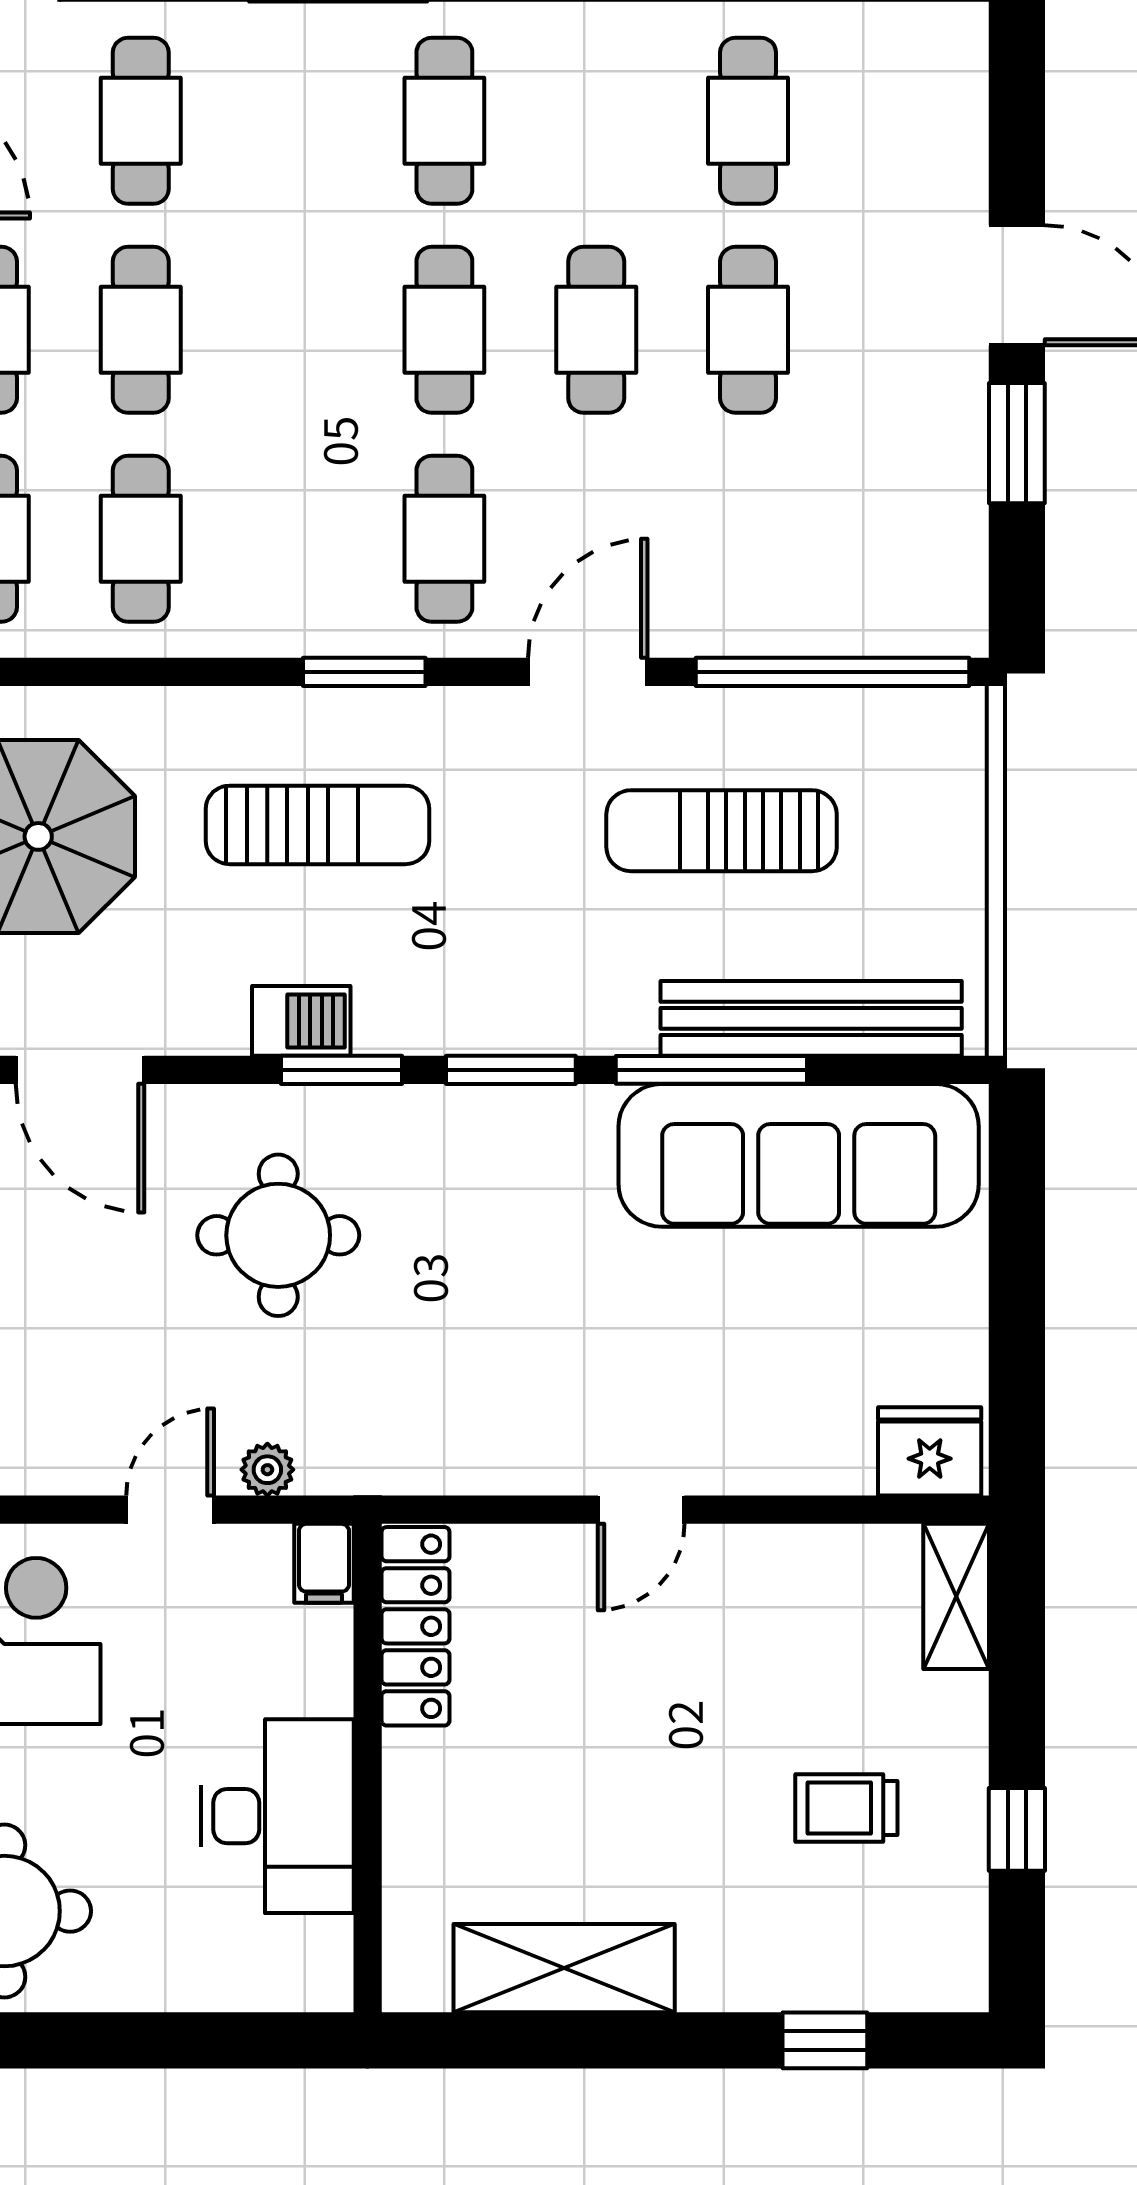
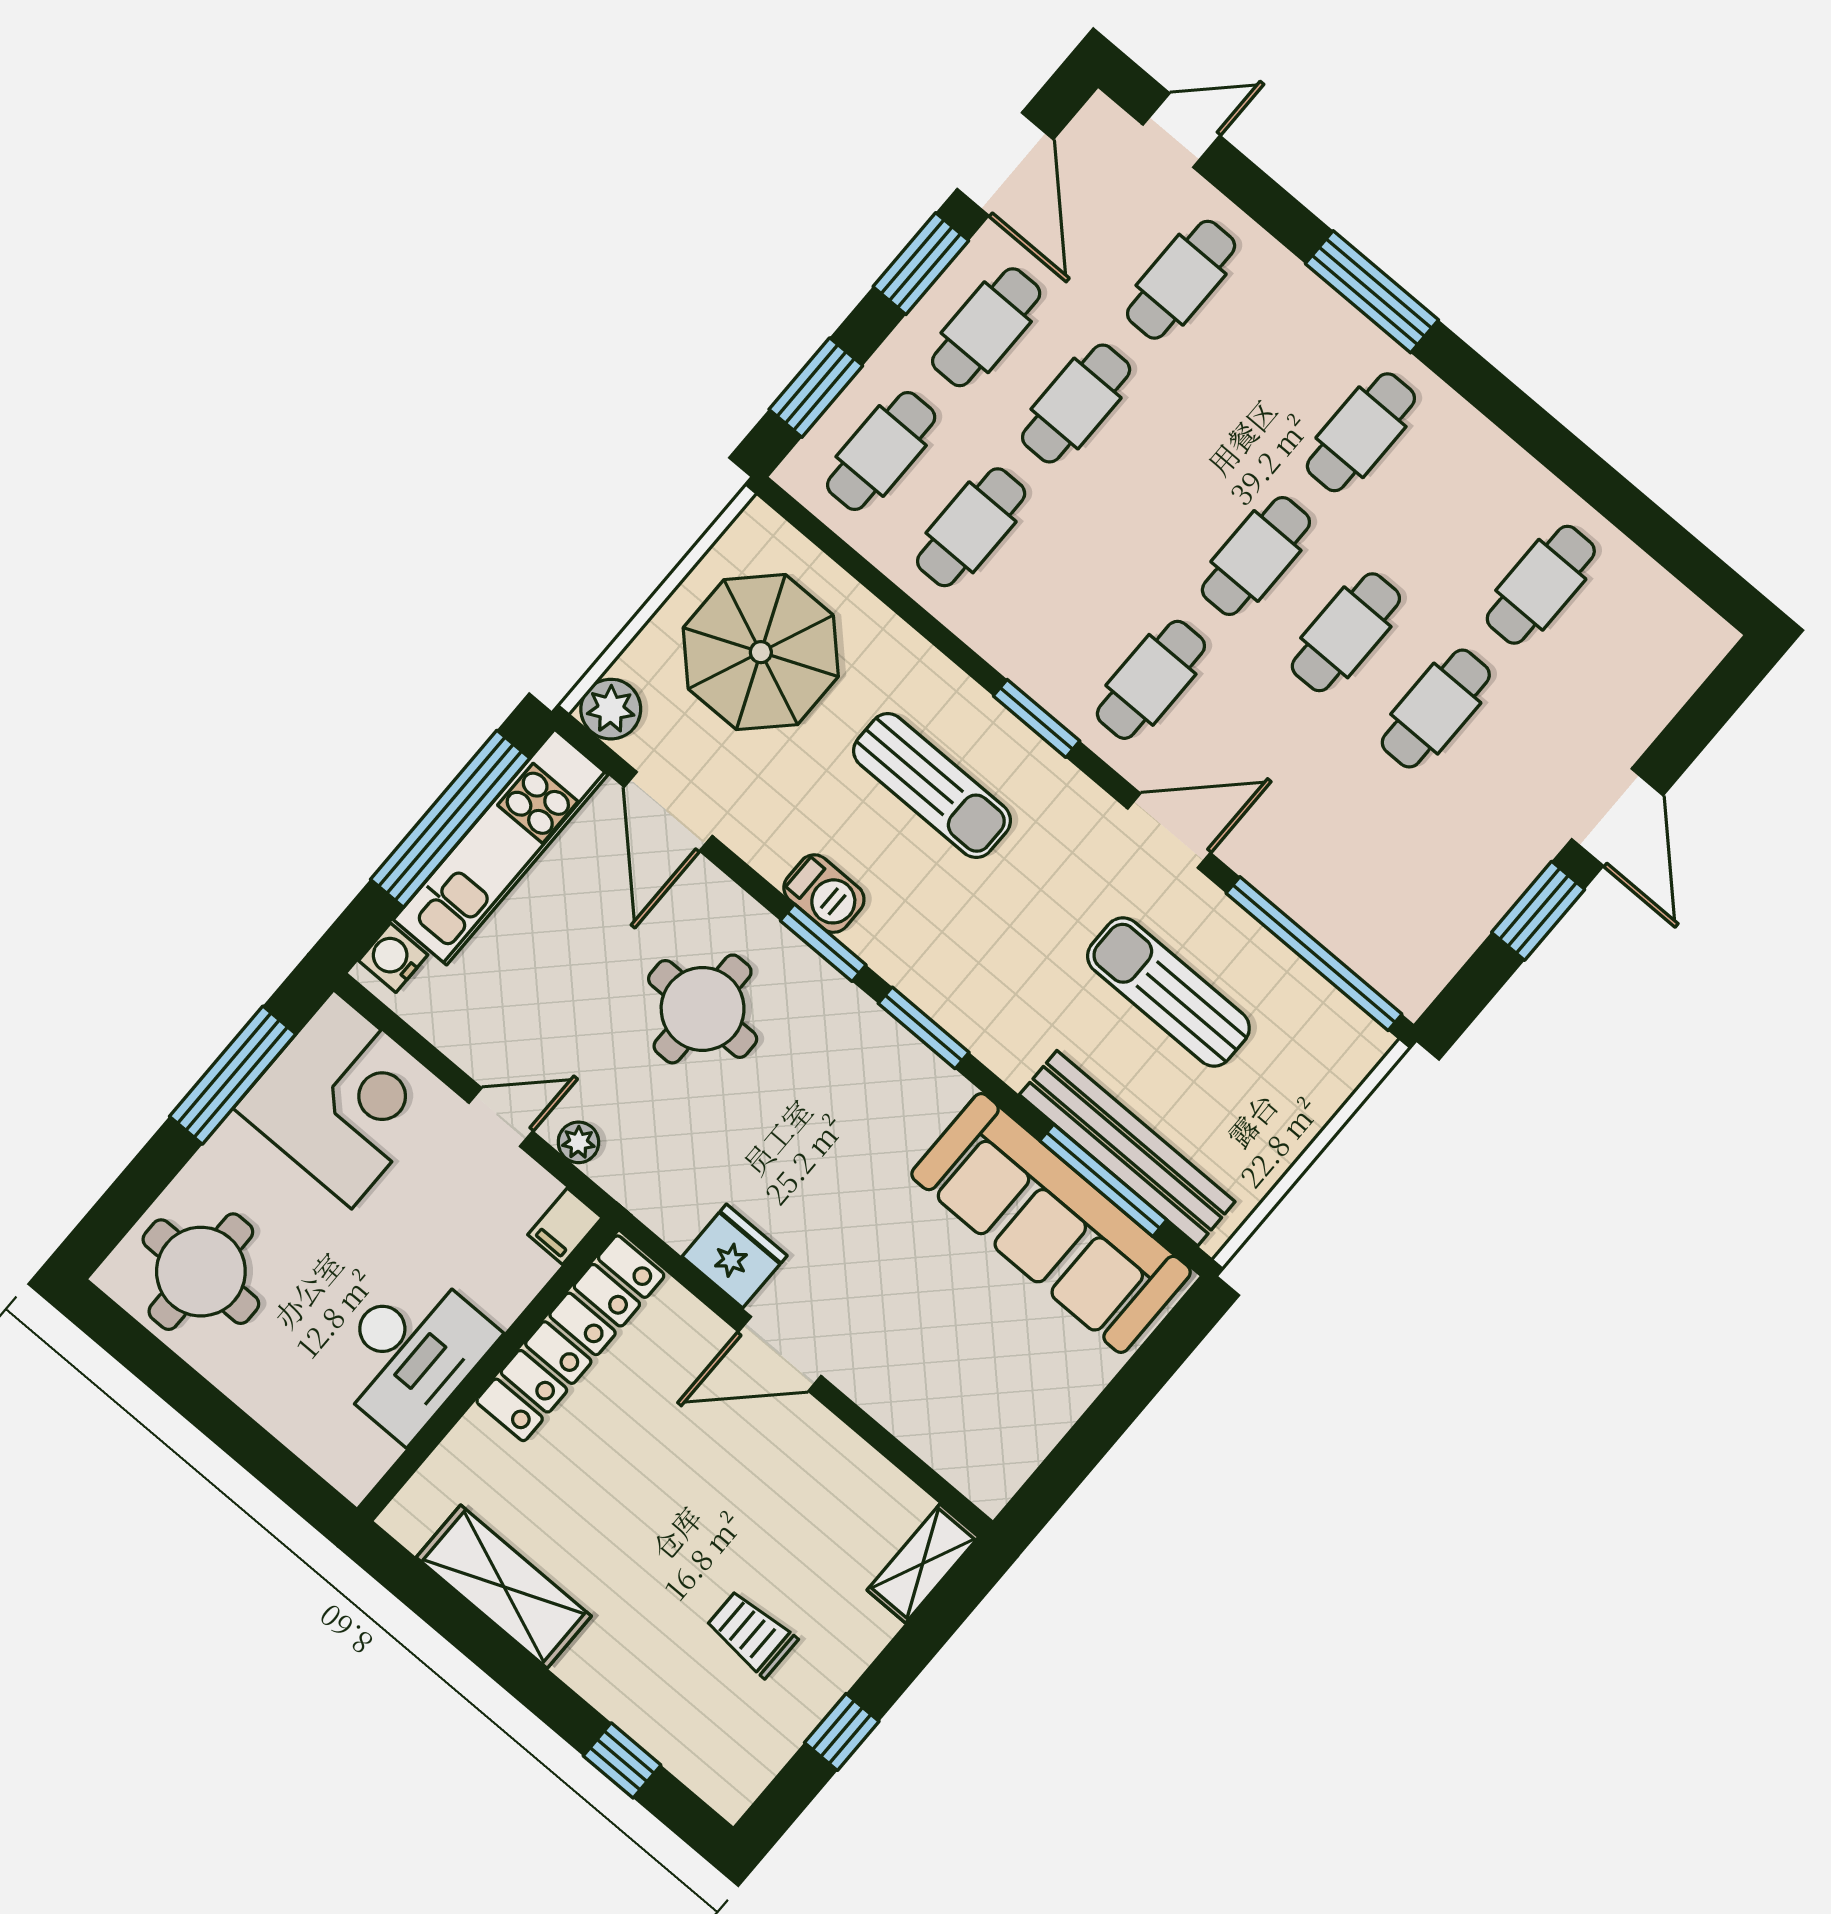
window: (711, 1070) -> (1103, 1180), moved
fridge: (930, 1451) -> (735, 1256), moved
door: (641, 1510) -> (780, 1354), width x1.38
locker: (416, 1626) -> (570, 1338), width x1.41, depth x1.21

